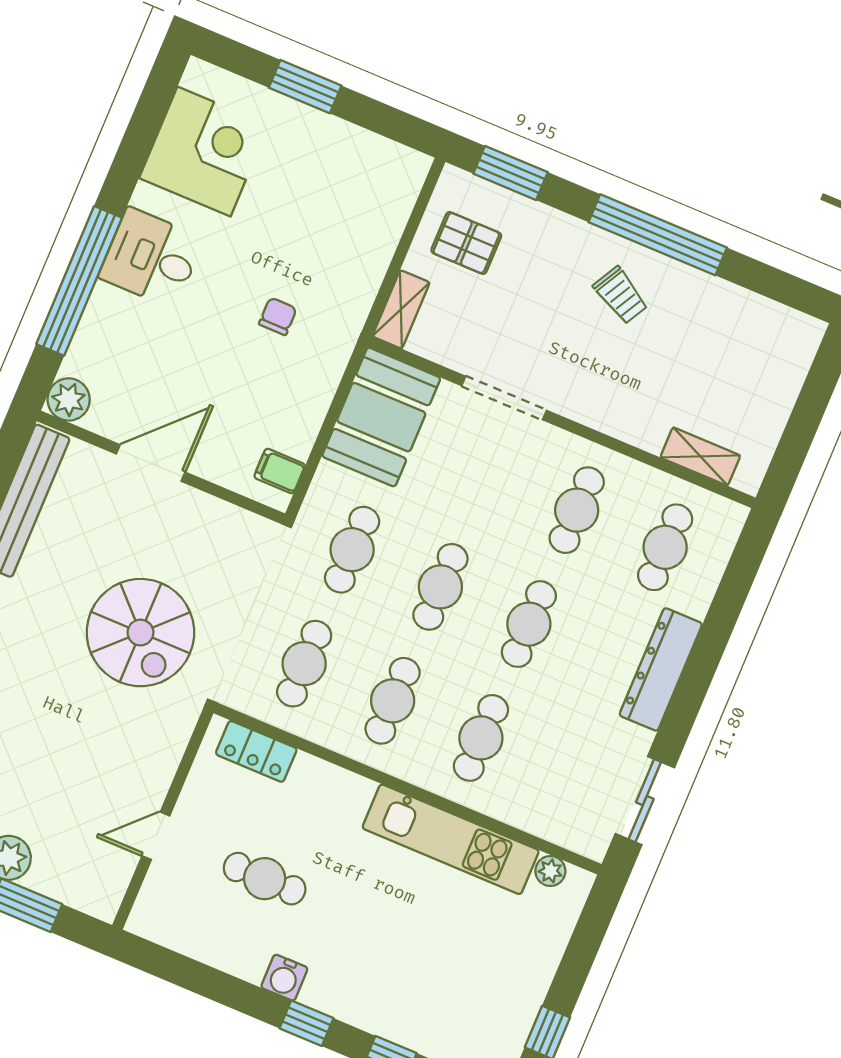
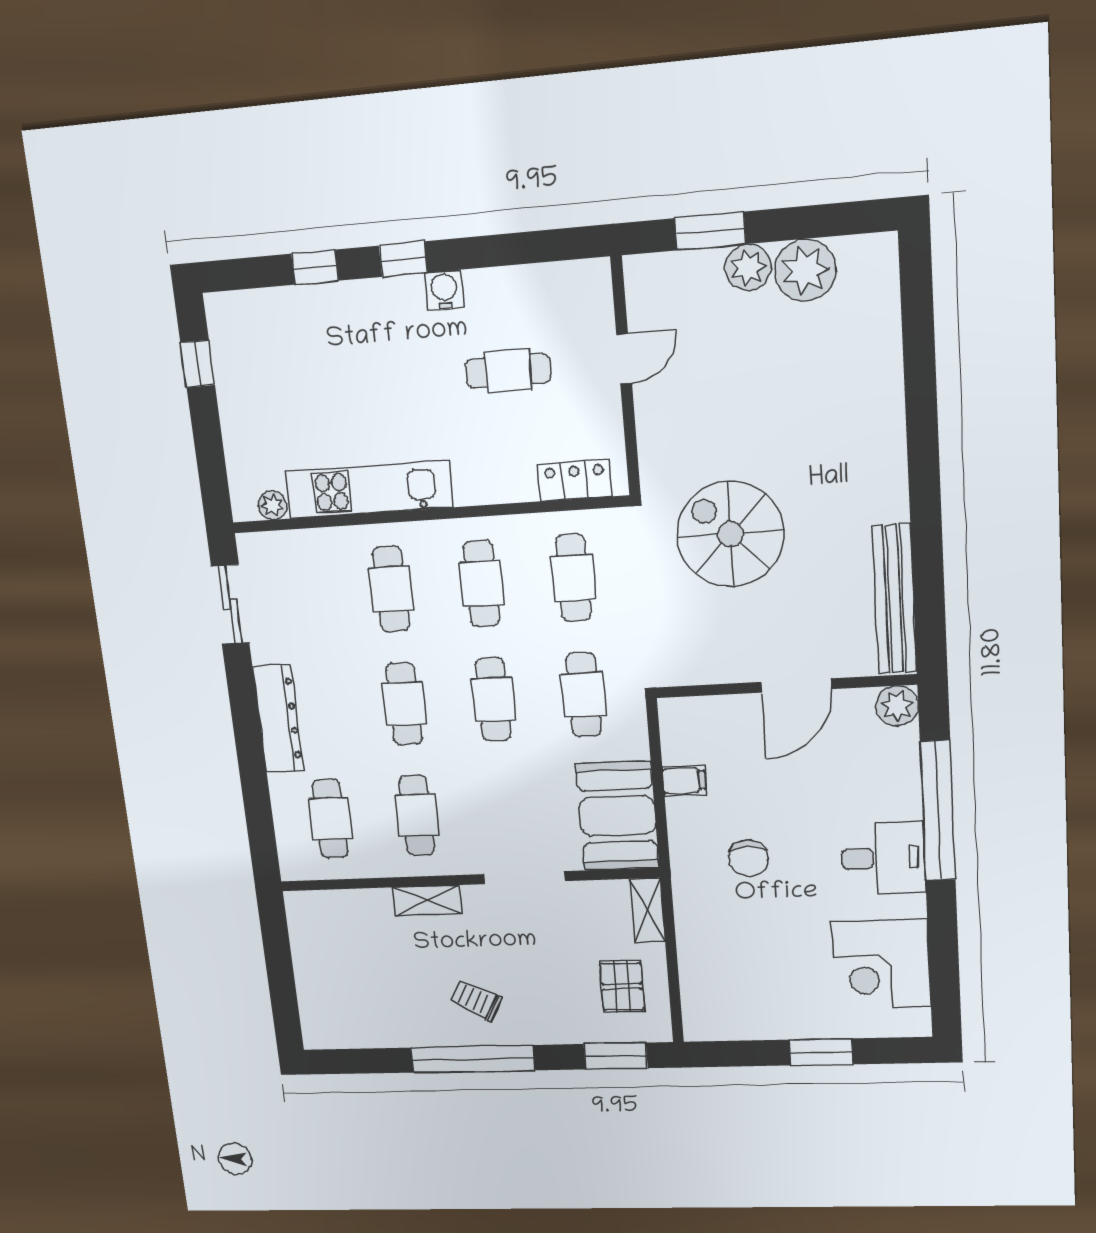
pallet: (466, 243) -> (622, 986), turned 90
chair: (278, 316) -> (748, 859), width x1.37, depth x1.37
shelving: (700, 456) -> (427, 901), moved
filing cabinet: (280, 471) -> (684, 781), moved

